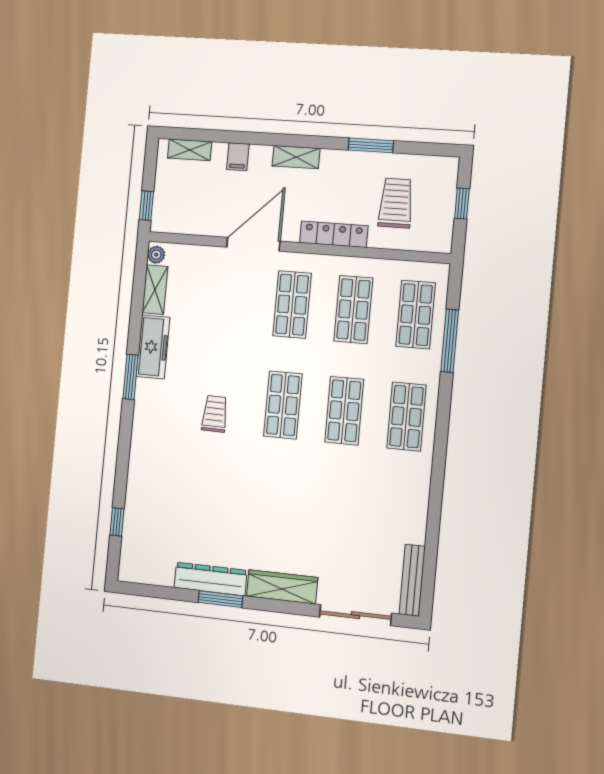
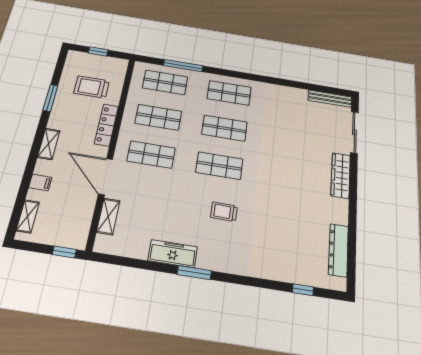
plant: (156, 255) -> (103, 247), removed
shelving: (155, 290) -> (108, 216), moved, turned 90
dresser: (211, 579) -> (338, 250), moved
window: (220, 599) -> (352, 217), removed

